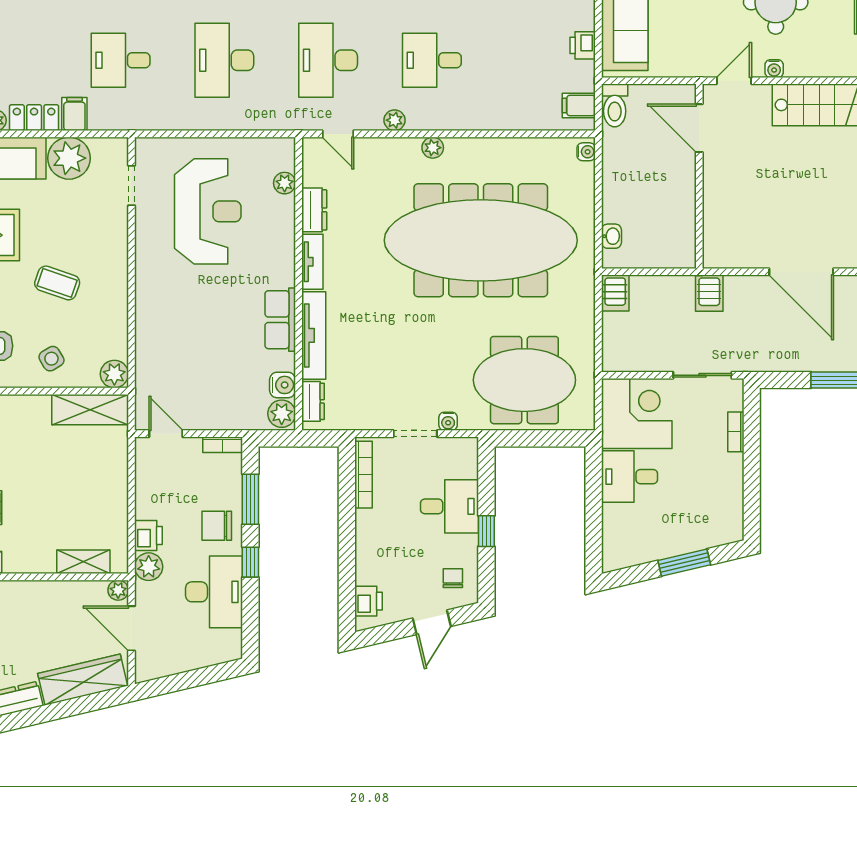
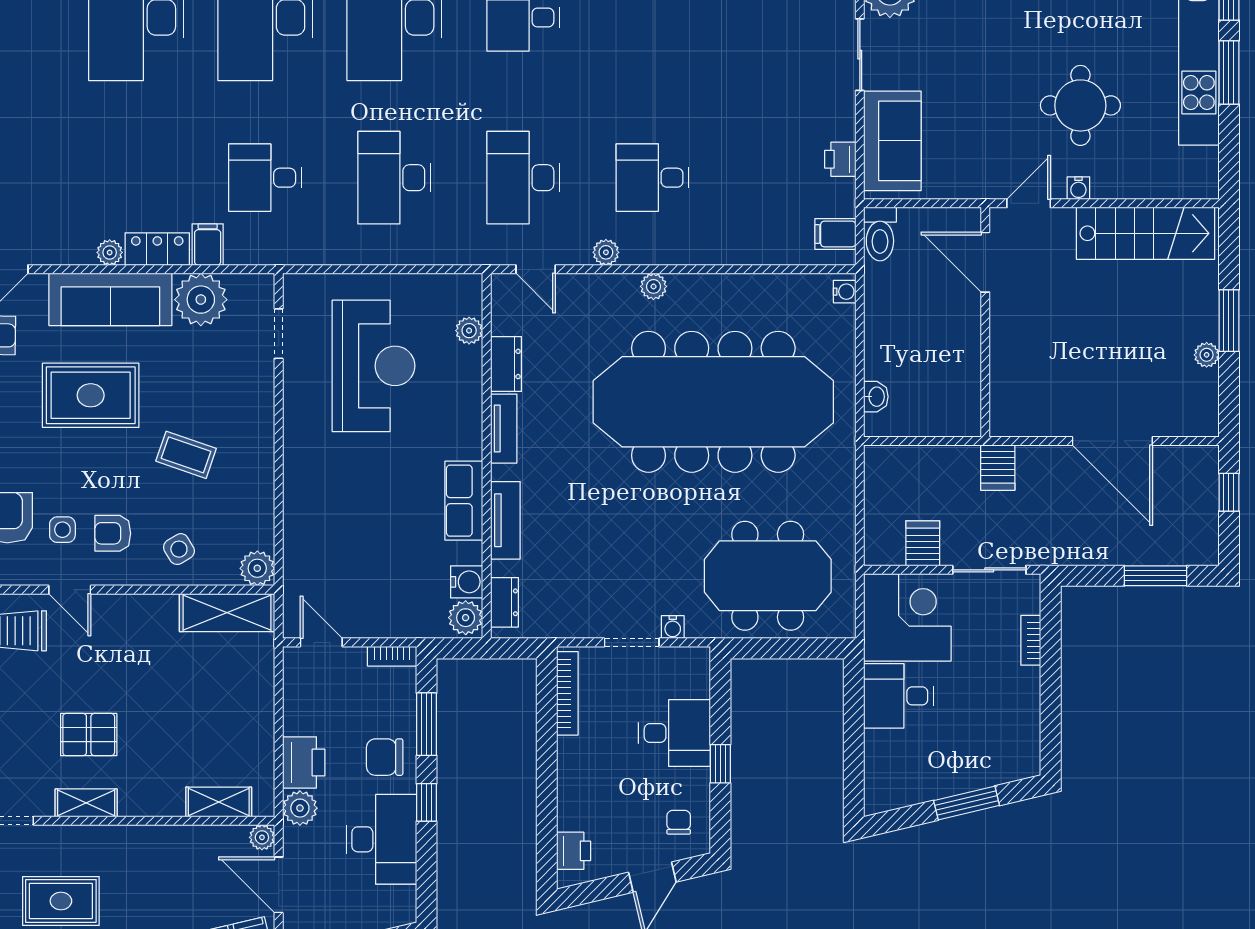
server rack: (615, 293) -> (923, 543), moved, turned 180
tv unit: (314, 335) -> (505, 520), width x0.71
printer: (148, 536) -> (304, 762), width x1.36, depth x1.24

